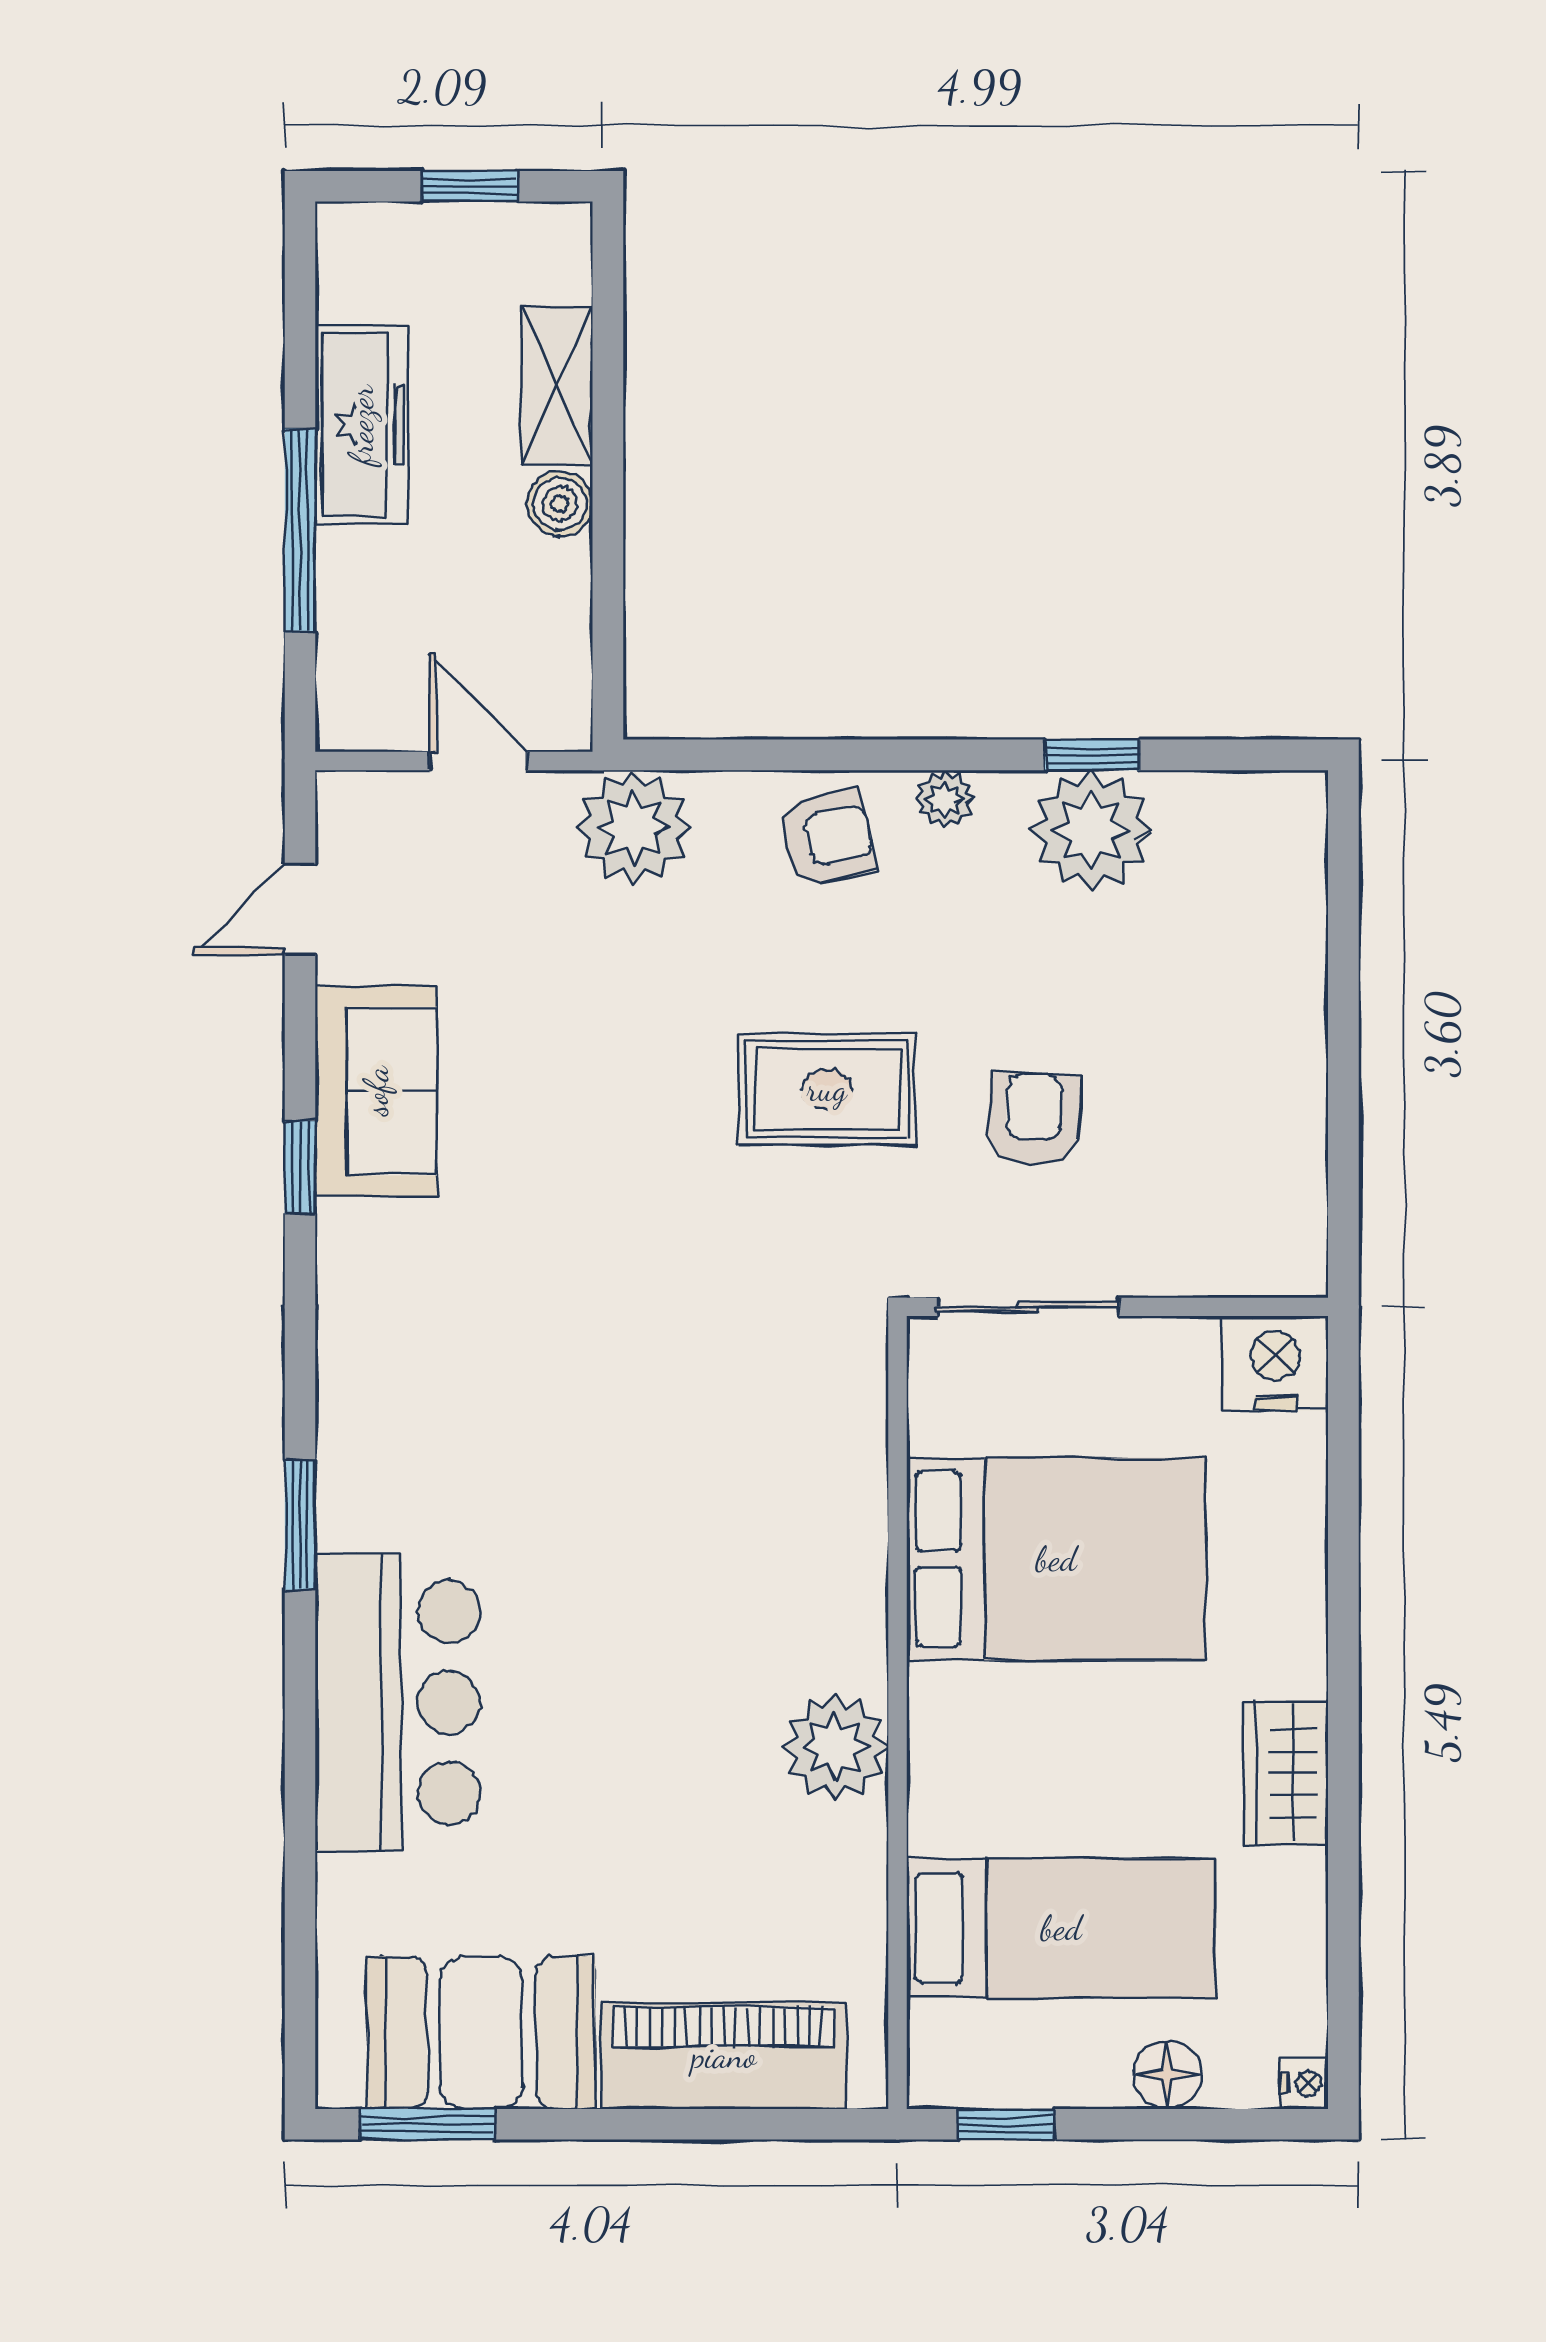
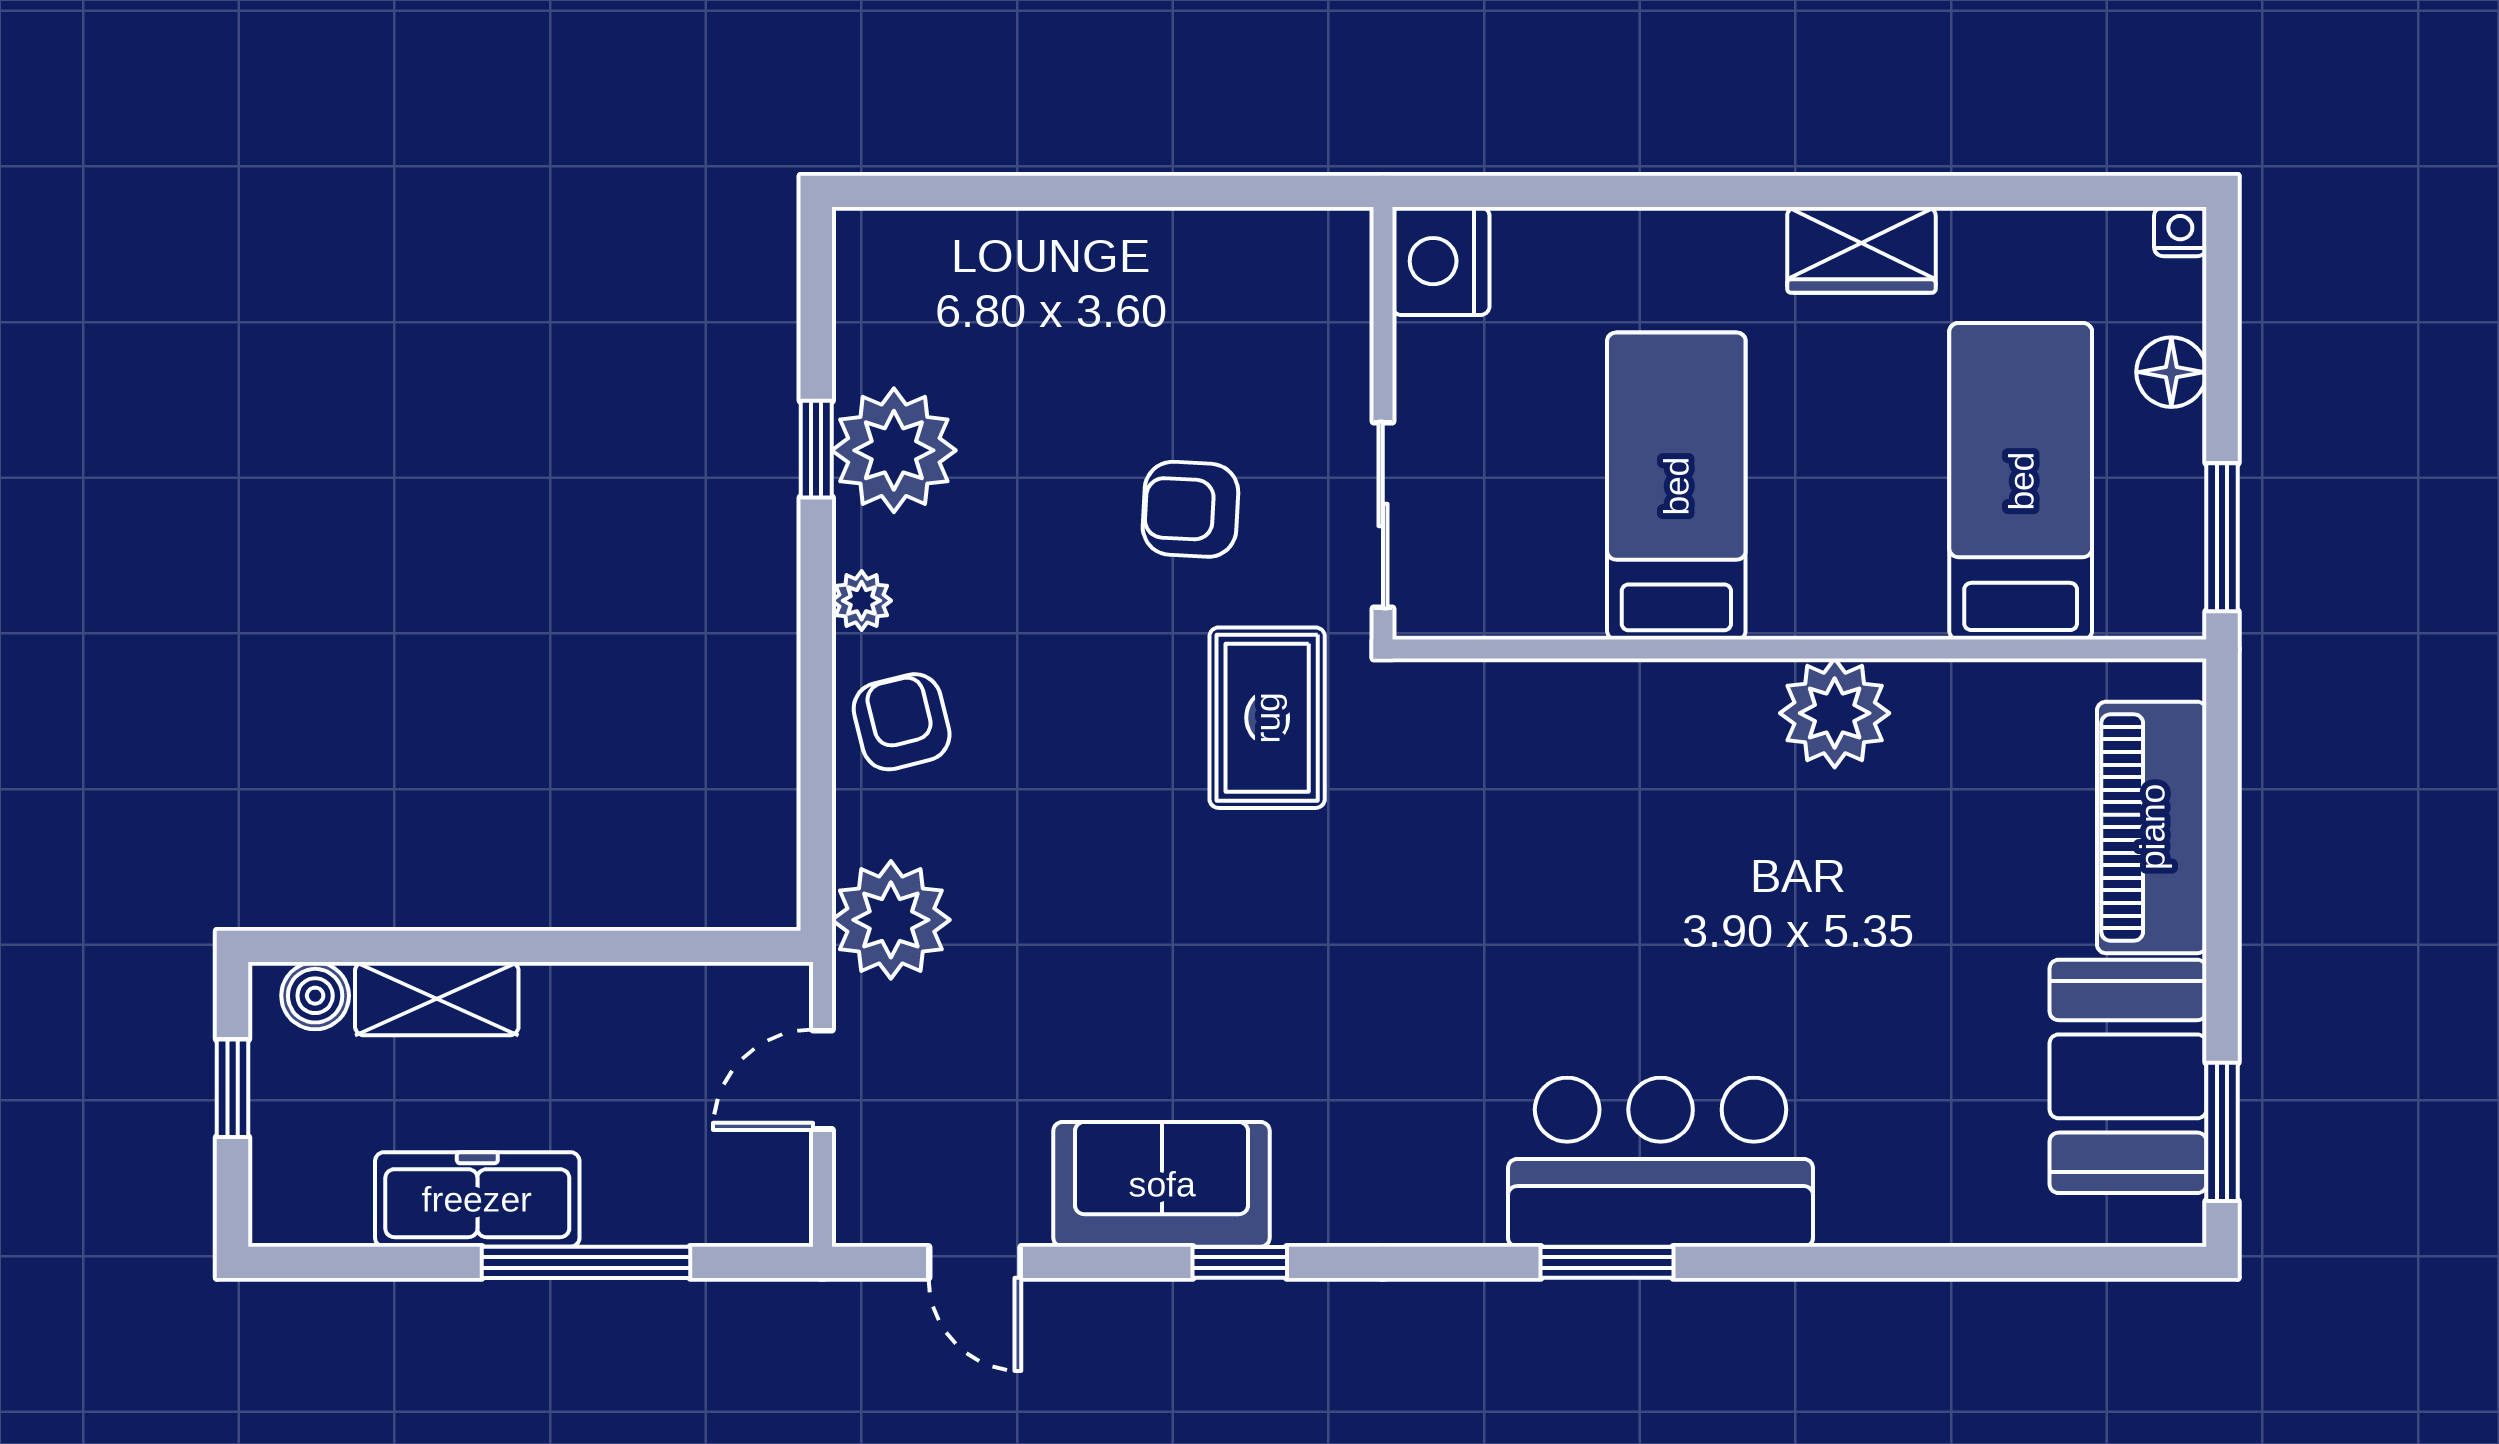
boiler: (560, 504) -> (315, 996), moved
rug: (827, 1089) -> (1267, 718), moved
bed: (1056, 1559) -> (1676, 486), width x0.67
bar counter: (398, 1702) -> (1661, 1162), moved
window: (1006, 2124) -> (2222, 537), width x1.50

